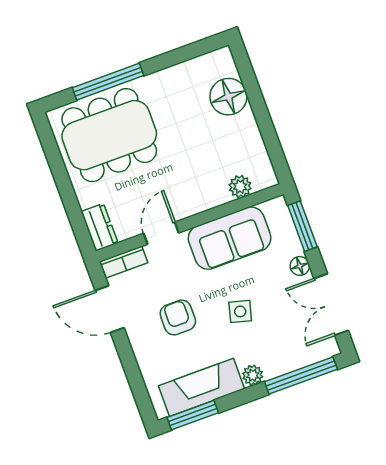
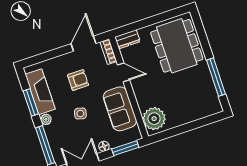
window: (108, 82) -> (216, 77), moved
floor lamp: (228, 97) -> (196, 110), removed
plant: (240, 187) -> (154, 119), width x1.87, depth x1.87
window: (193, 415) -> (31, 102), moved

